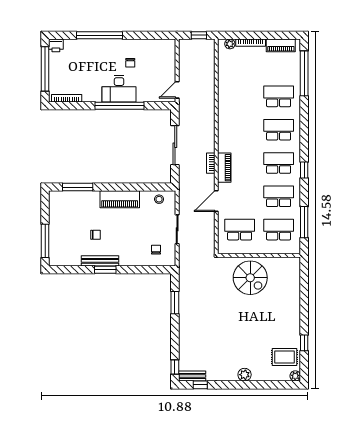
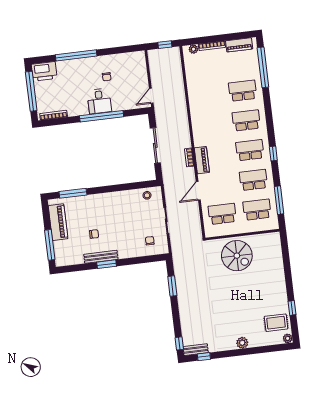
printer: (56, 45) -> (44, 71), width x1.87, depth x1.48
desk: (119, 89) -> (99, 101), width x0.73
piano: (120, 199) -> (58, 222), moved, turned -90

